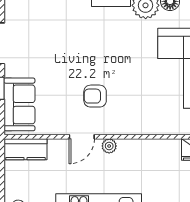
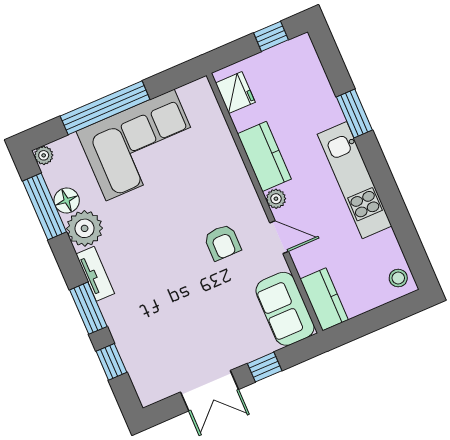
sofa: (19, 104) -> (285, 309), moved, turned -90
kitchen counter: (142, 150) -> (264, 156), added

